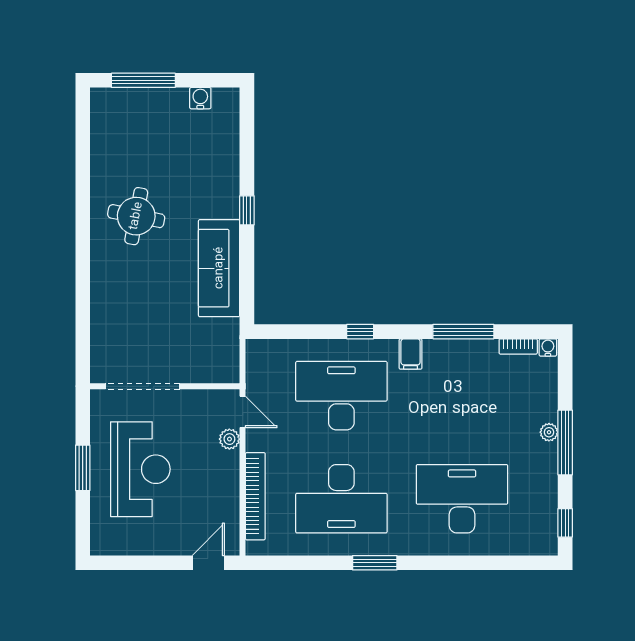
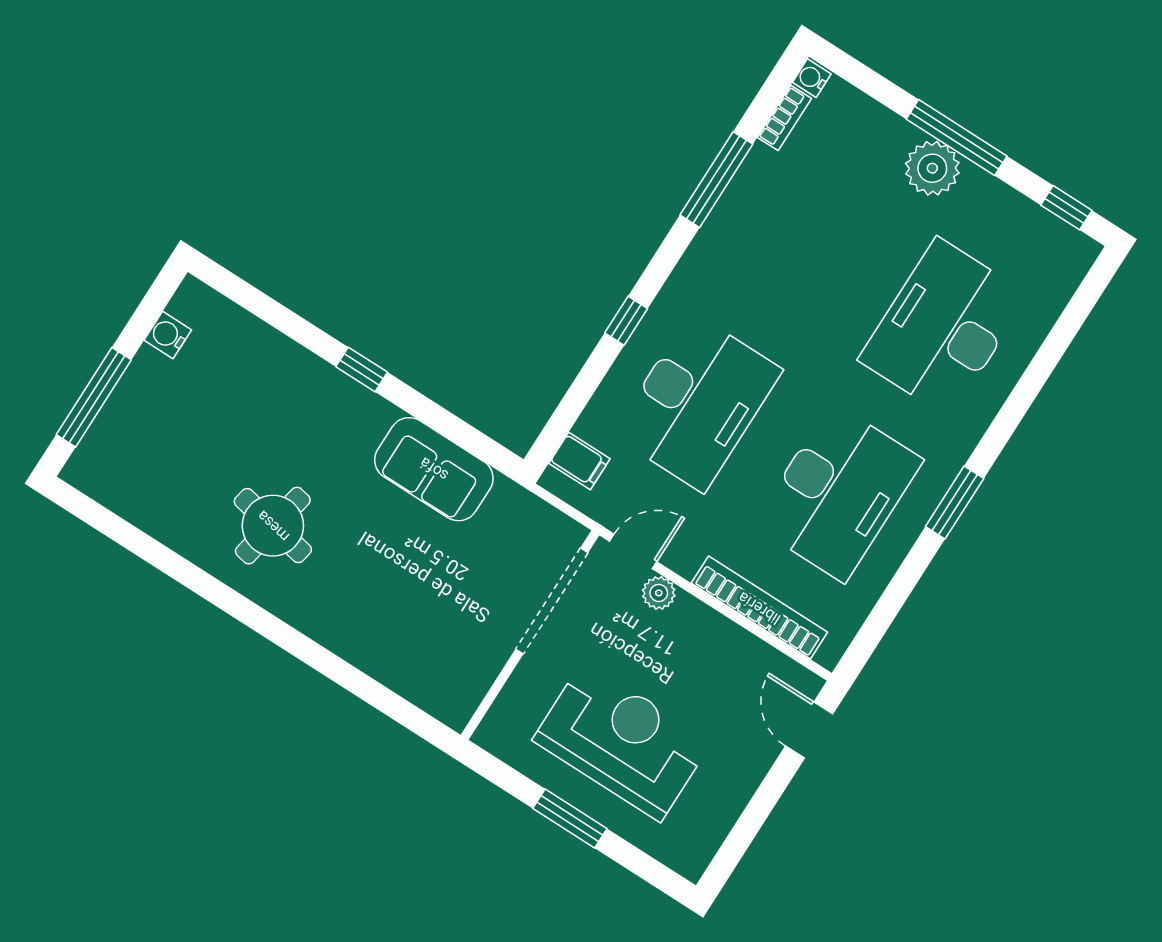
sofa: (219, 268) -> (434, 469), width x0.73
filing cabinet: (411, 354) -> (579, 461), moved
doorway: (142, 386) -> (552, 601), moved
desk: (341, 396) -> (697, 402), turned 180
plant: (549, 432) -> (932, 168), width x1.87, depth x1.87

